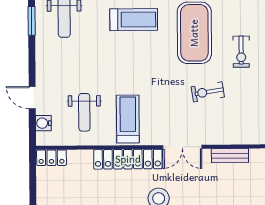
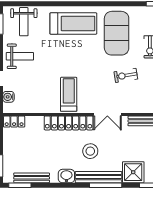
treadmill: (134, 20) -> (73, 23), width x1.37, depth x1.38
weight bench: (84, 112) -> (20, 56), moved, turned -90

